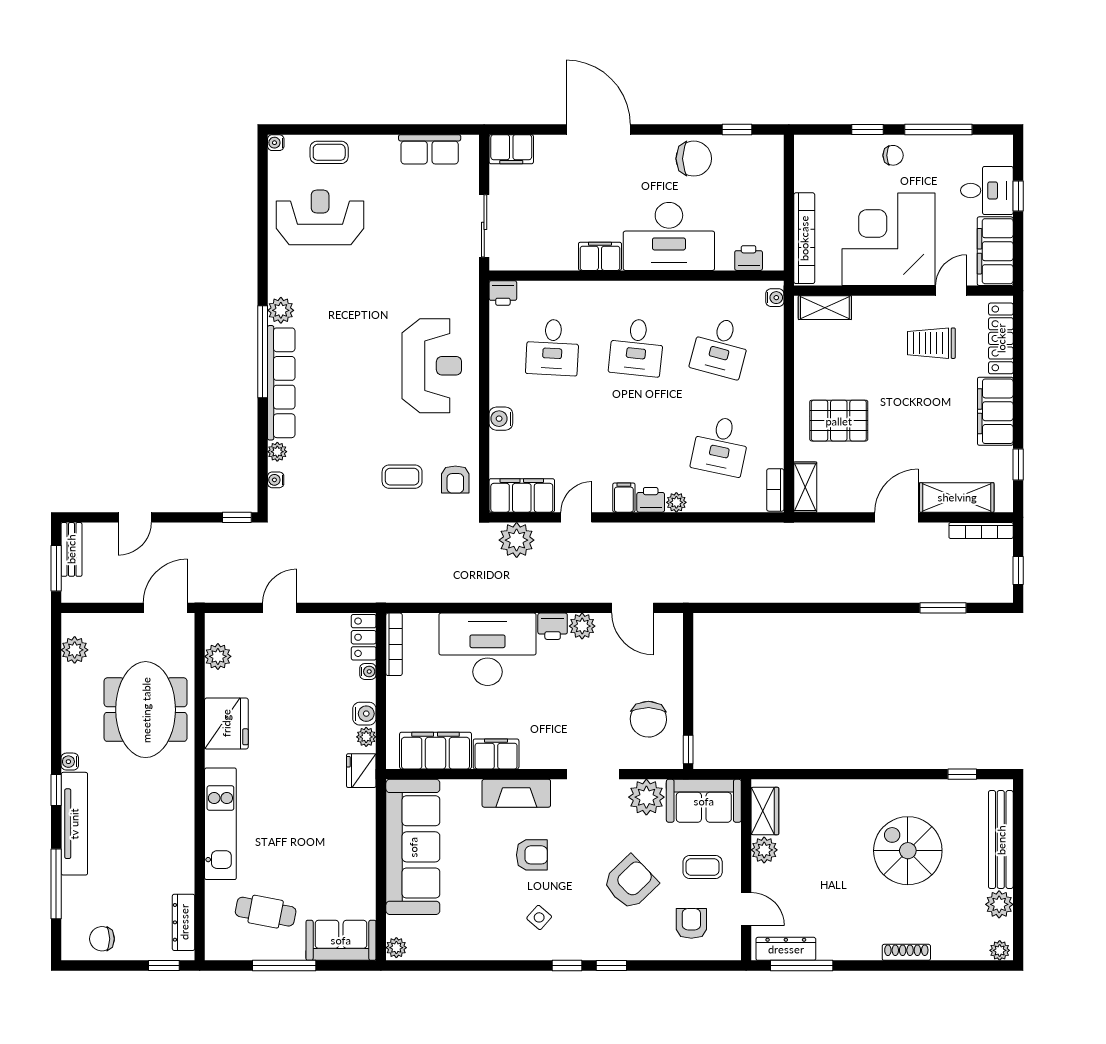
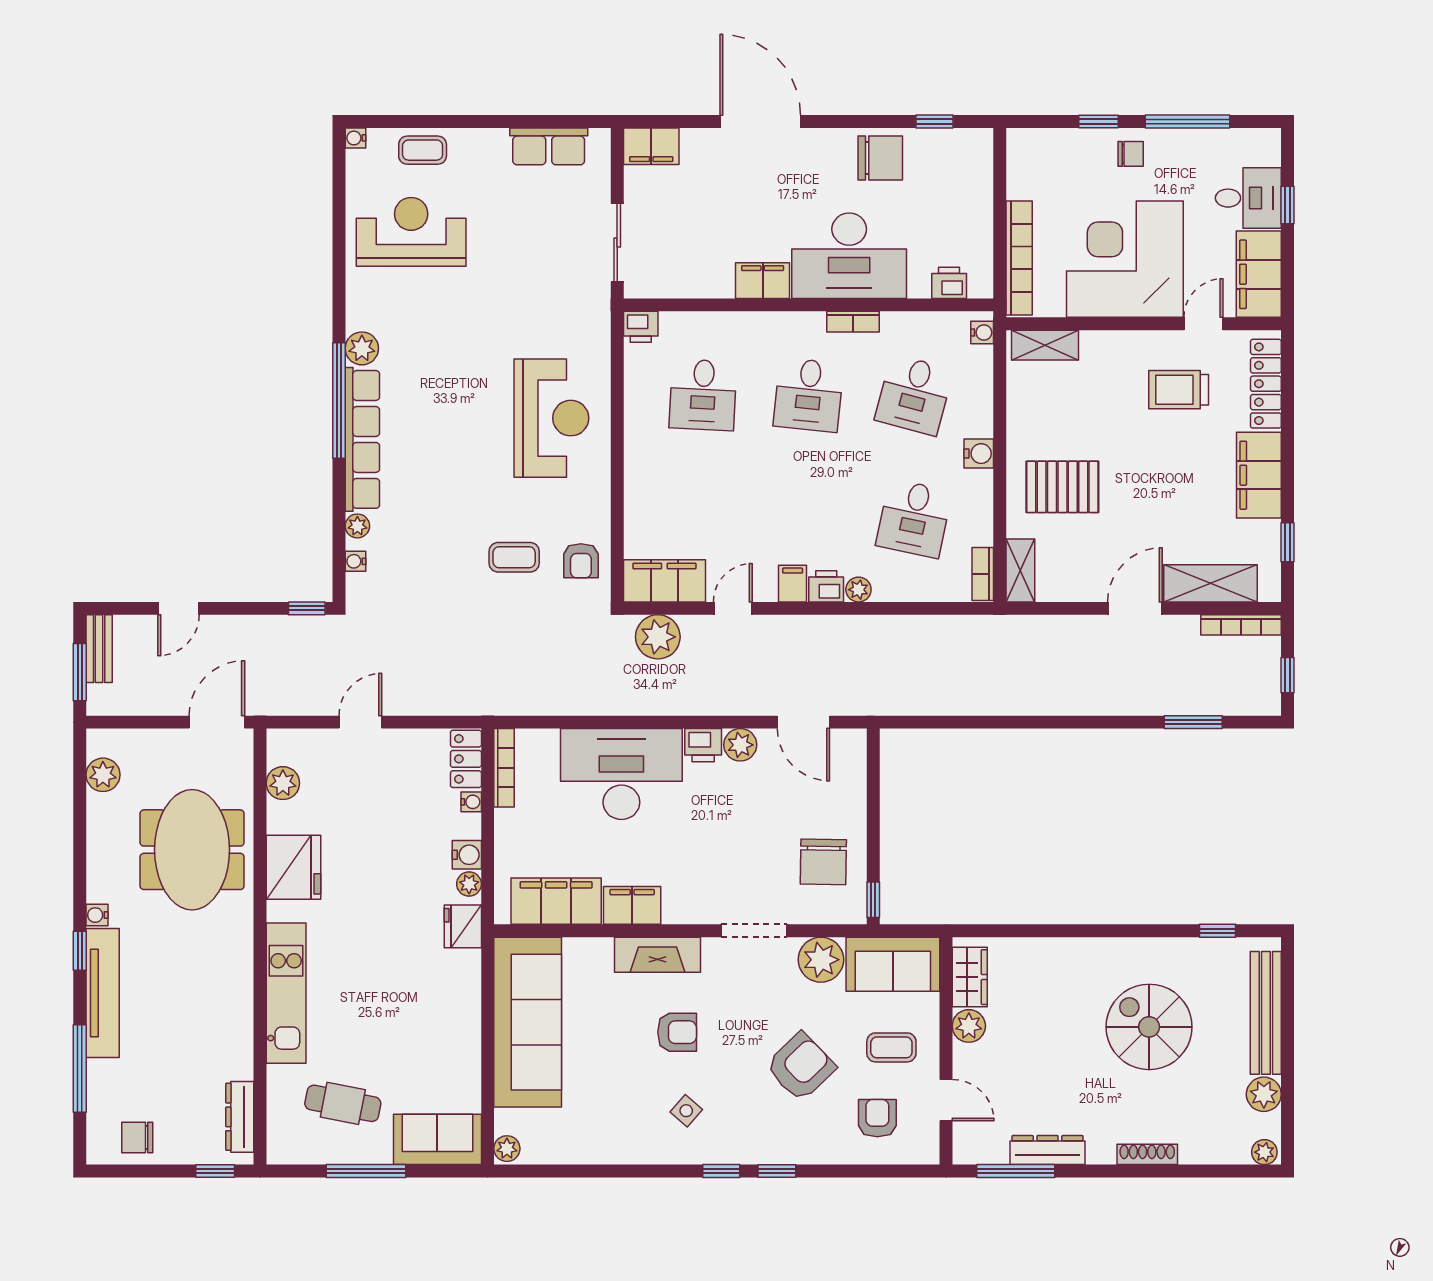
bookcase: (672, 289) -> (853, 322), added
water cooler: (501, 419) -> (979, 454), moved, turned 180
dresser: (786, 949) -> (1048, 1150), moved

